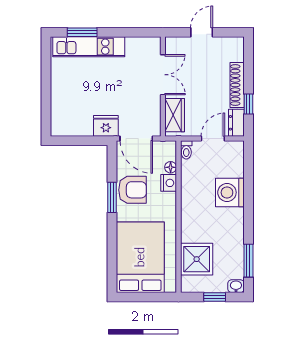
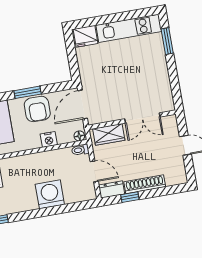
kitchen unit: (89, 47) -> (129, 28), moved, turned -90
fridge: (106, 126) -> (86, 36), moved, turned 90
floor lamp: (171, 167) -> (79, 136), moved

